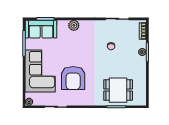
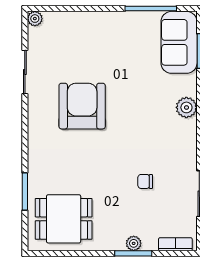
corner sofa: (40, 71) -> (96, 41), removed
armchair: (73, 78) -> (82, 106), turned 90
dining table: (118, 90) -> (64, 219), moved, turned 90

